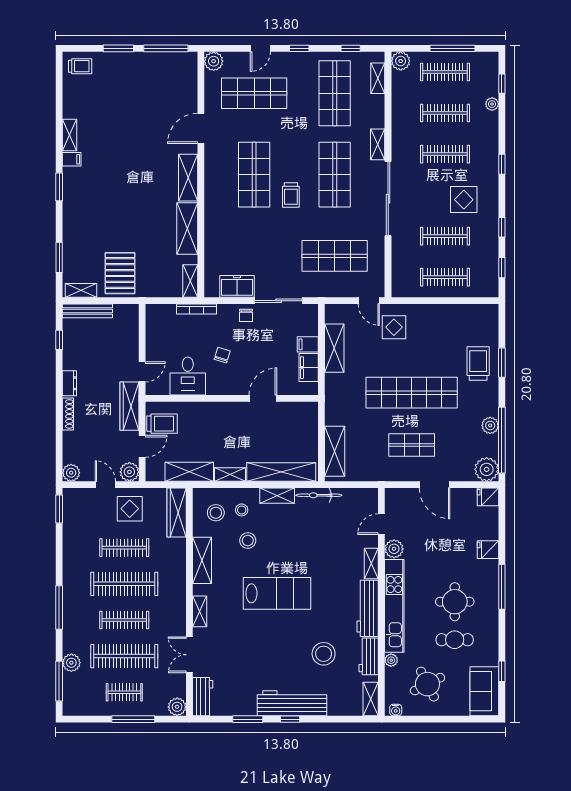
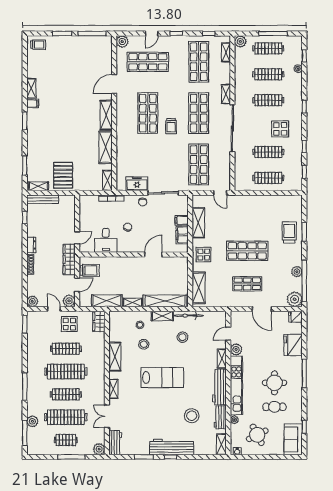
shop shelf: (335, 256) -> (199, 164), turned 90
display table: (394, 327) -> (204, 255), moved
shop shelf: (412, 393) -> (247, 251), width x0.71
wardrobe: (177, 513) -> (99, 321), width x0.67
stool: (216, 513) -> (182, 337), moved
fridge: (488, 550) -> (293, 345), width x1.88, depth x1.34

